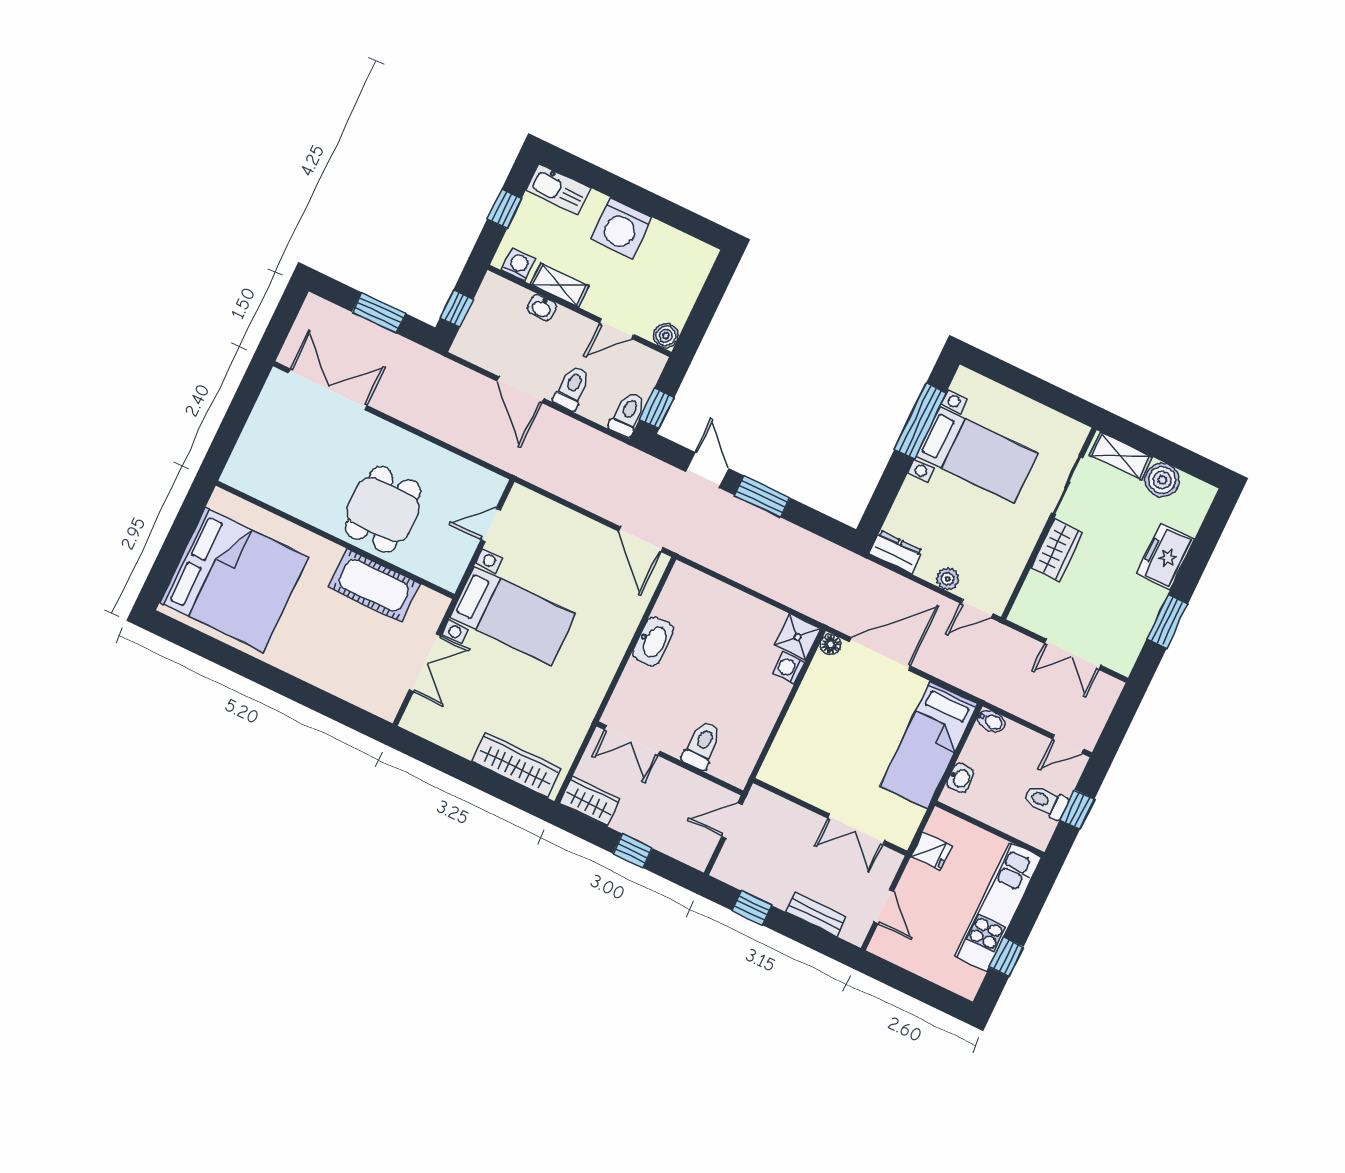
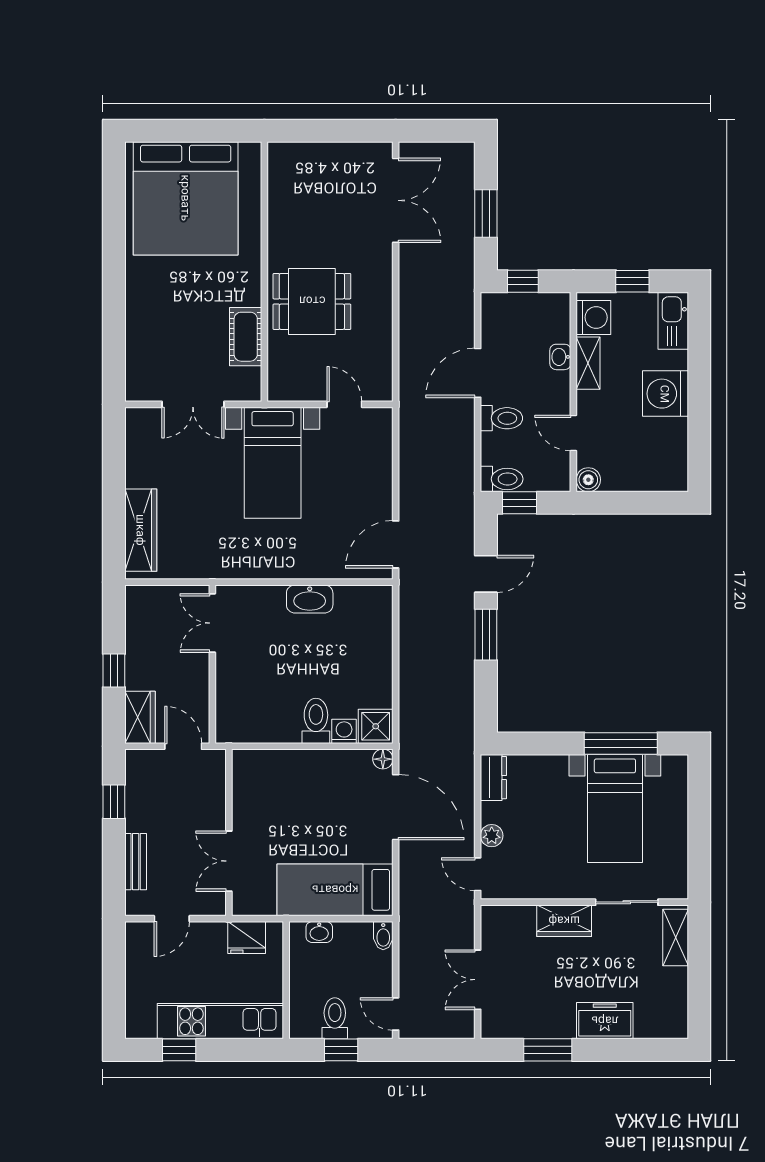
washing machine: (518, 265) -> (593, 317), width x1.38, depth x1.38
boiler: (1162, 480) -> (672, 985), removed
cot: (374, 585) -> (246, 337), width x0.73, depth x0.75
toilet: (702, 745) -> (316, 721), moved, turned -90
wardrobe: (590, 801) -> (140, 717), moved
fridge: (931, 851) -> (247, 938), width x1.38

